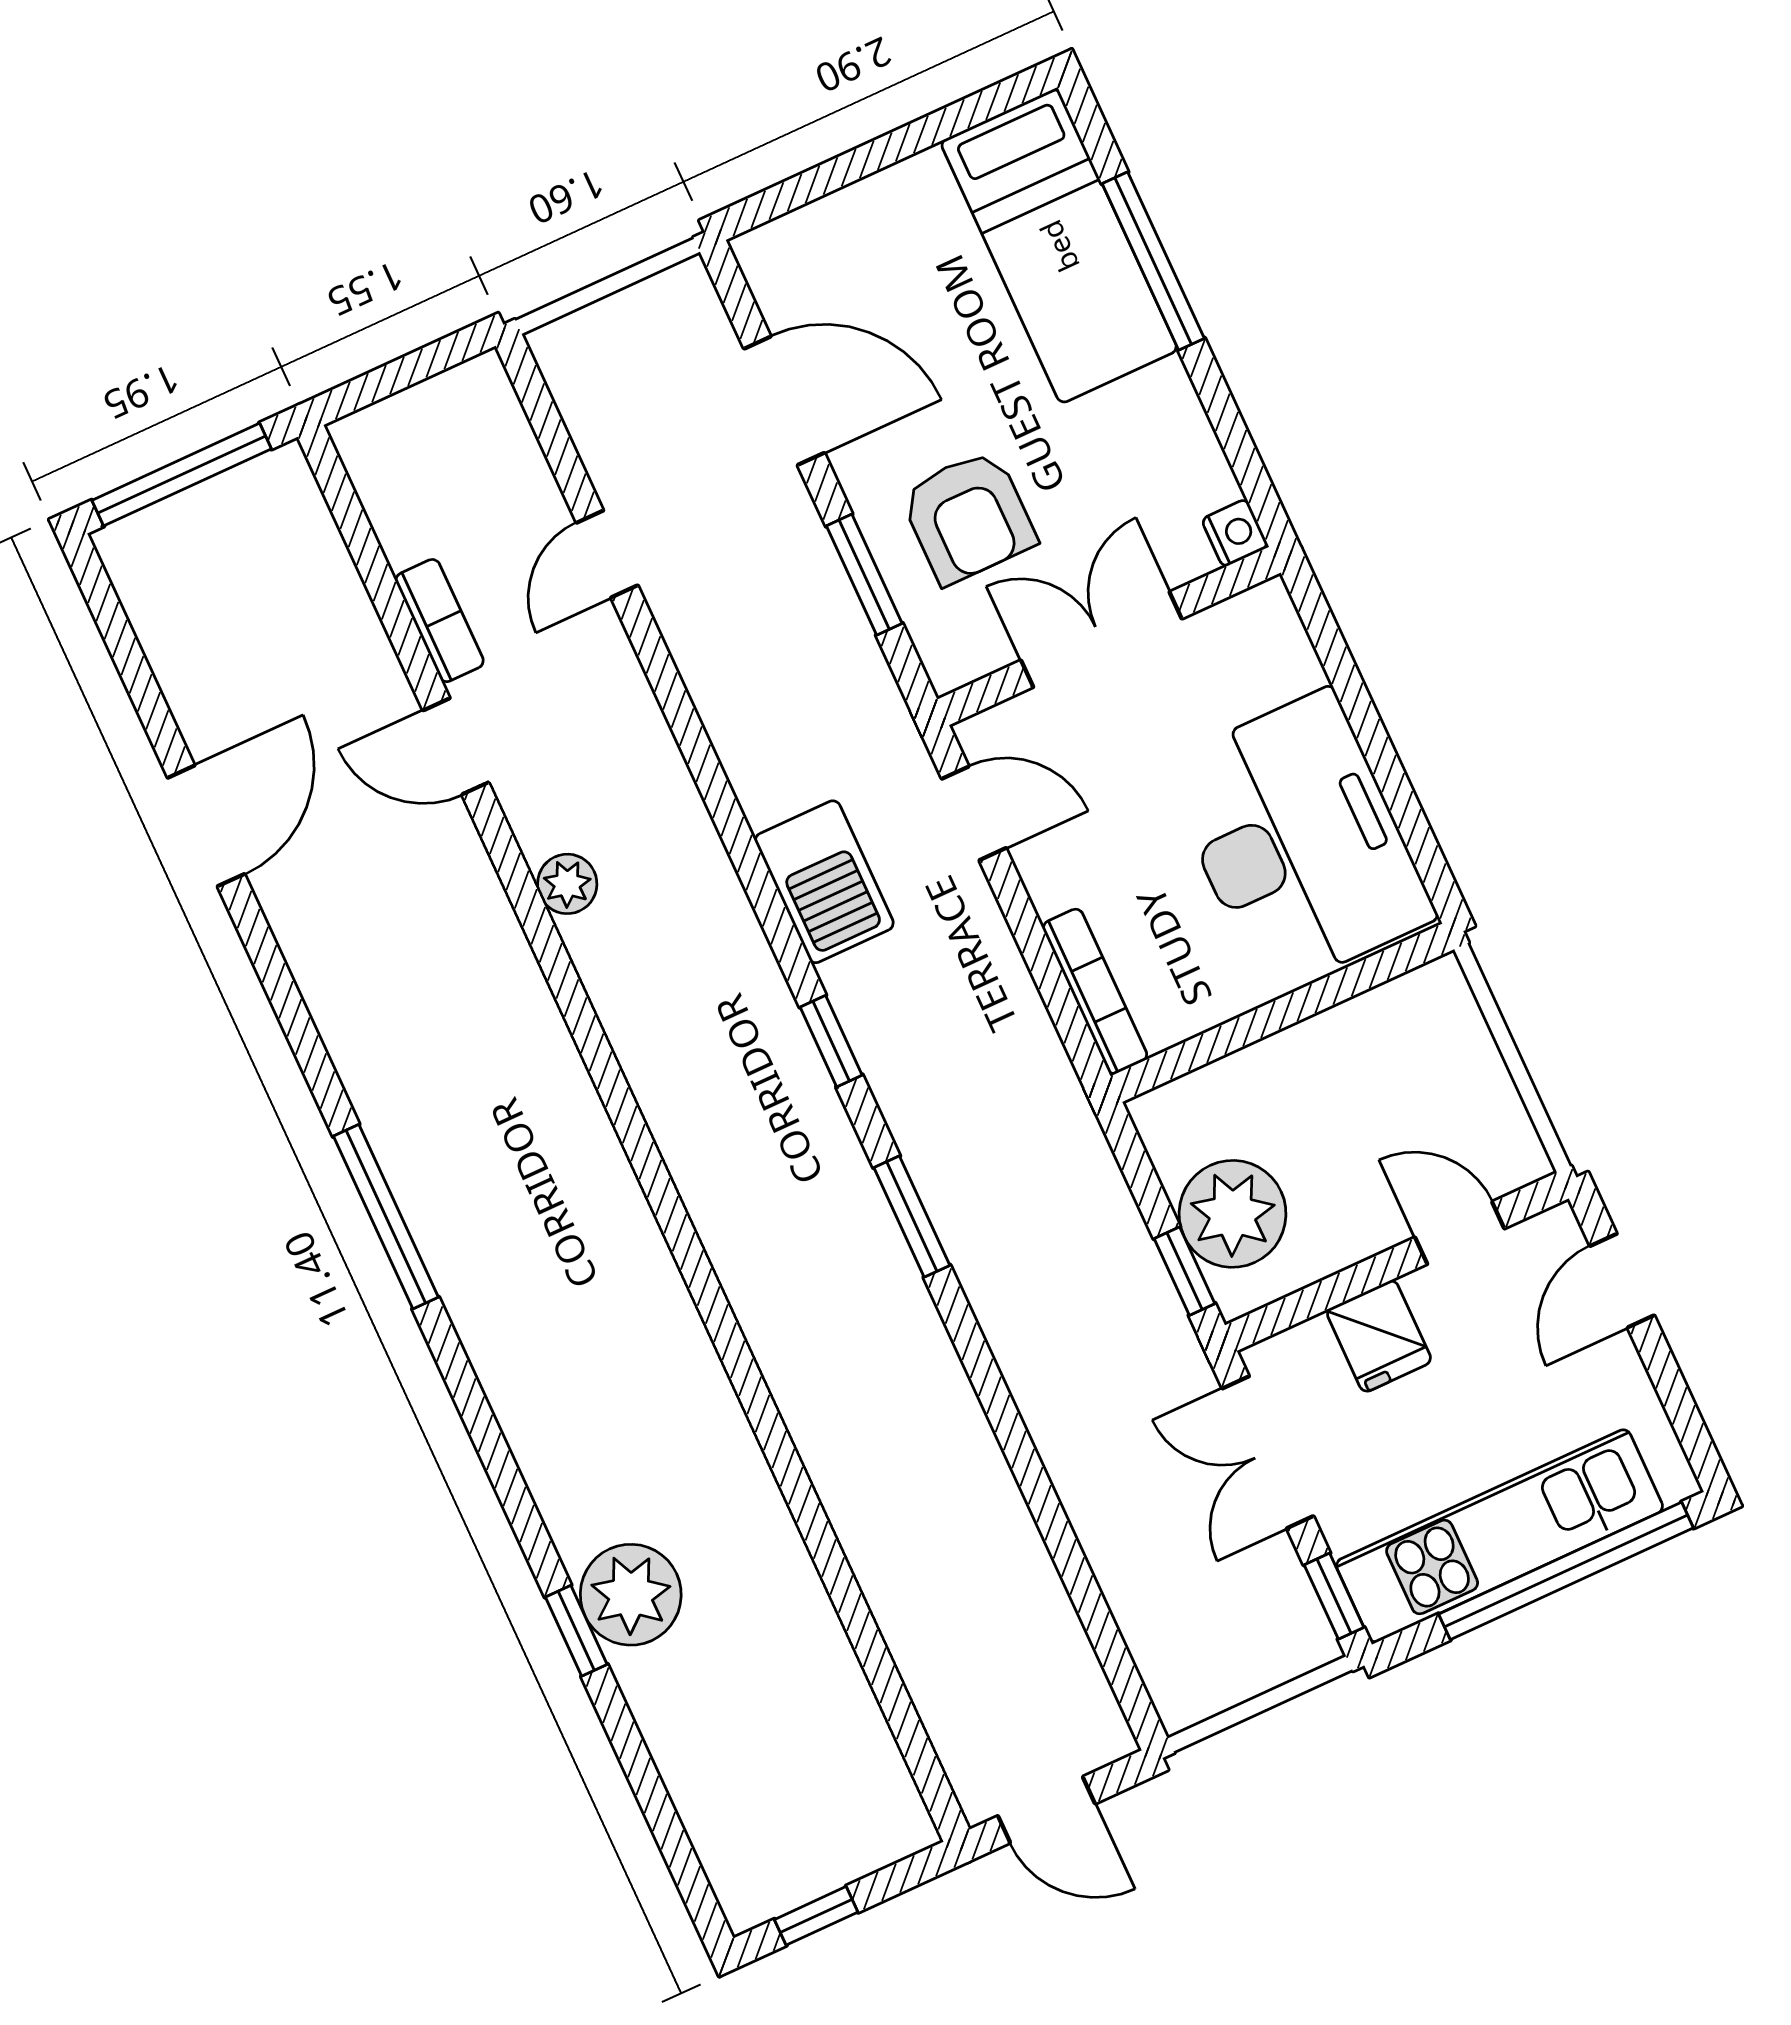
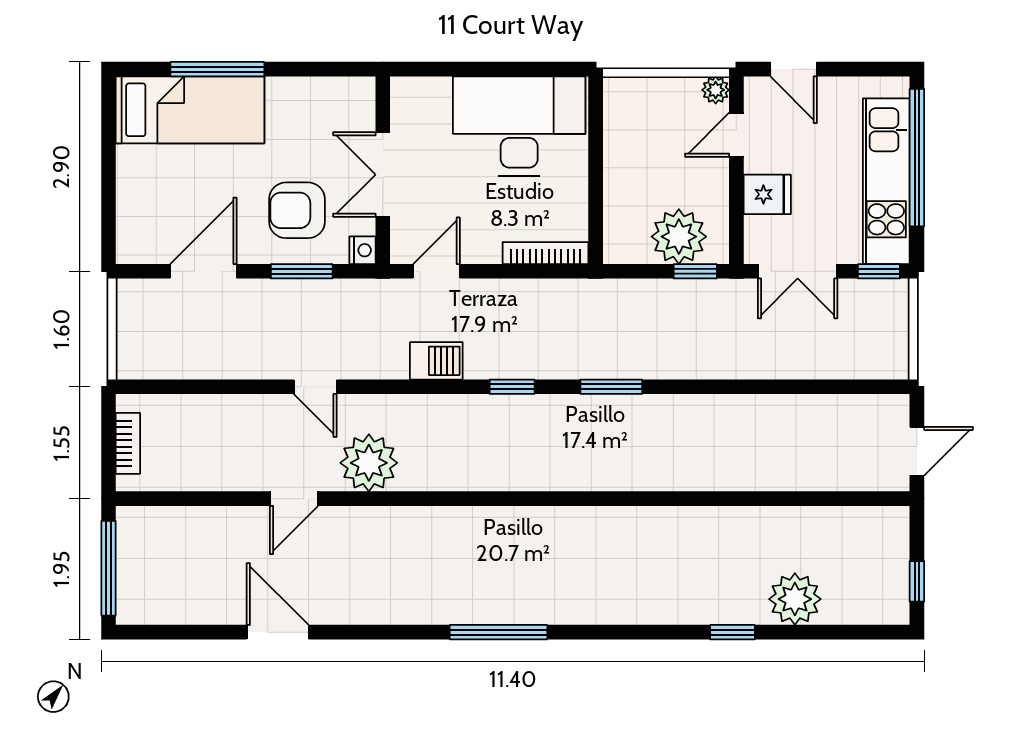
armchair: (968, 517) -> (297, 210), turned 180
nightstand: (1235, 533) -> (363, 250), moved, turned 90
door: (607, 554) -> (315, 387), moved
bookcase: (439, 621) -> (128, 443), moved, turned 90
barbecue: (824, 882) -> (436, 361), width x0.73, depth x0.79
plant: (567, 884) -> (369, 463), width x1.87, depth x1.87
plant: (1522, 1160) -> (716, 90), added
plant: (631, 1595) -> (795, 599), moved

